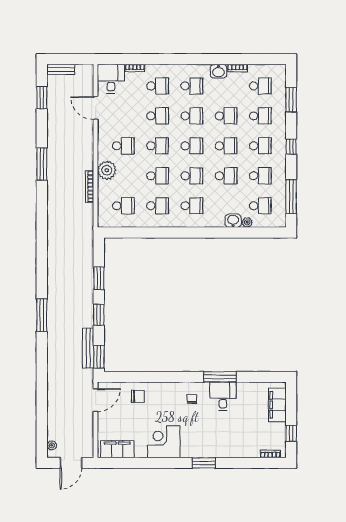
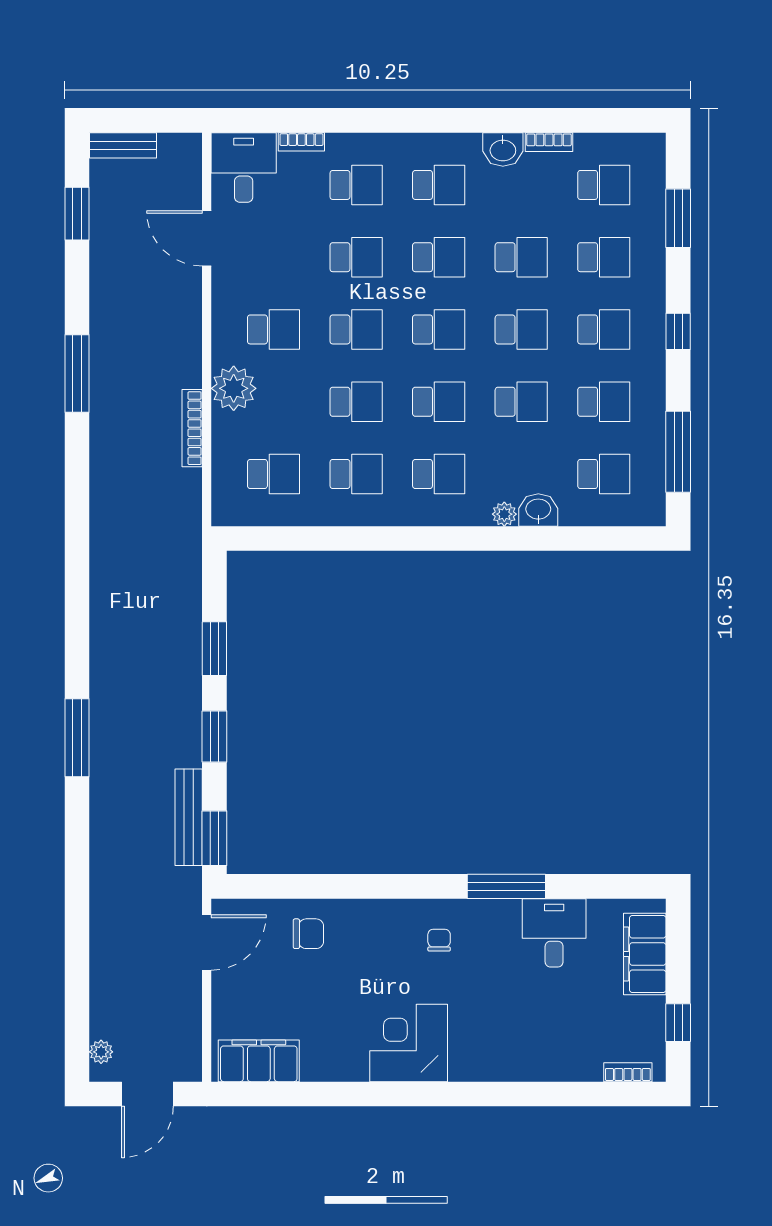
plant: (247, 222) -> (504, 514), moved
desk: (223, 396) -> (554, 933), moved
corner desk: (164, 442) -> (409, 1043), moved
window: (204, 463) -> (467, 1094), removed

